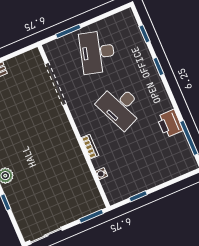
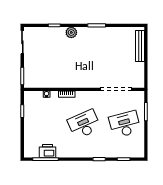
desk: (97, 52) -> (125, 124), turned -30
printer: (170, 124) -> (48, 151), moved

